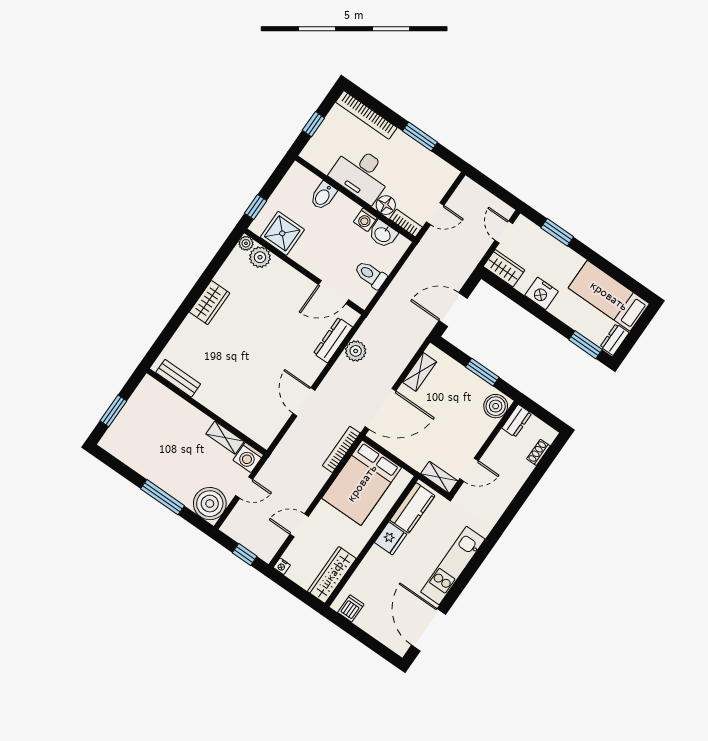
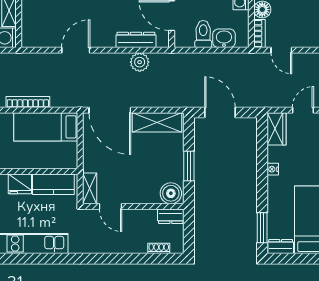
washbasin: (383, 234) -> (224, 38), moved, turned 90
nightstand: (542, 293) -> (273, 169), width x0.53, depth x0.56
shelving: (420, 372) -> (157, 122), width x1.50, depth x1.33
bookcase: (341, 449) -> (28, 102), moved
bed: (362, 483) -> (46, 127), width x0.67

